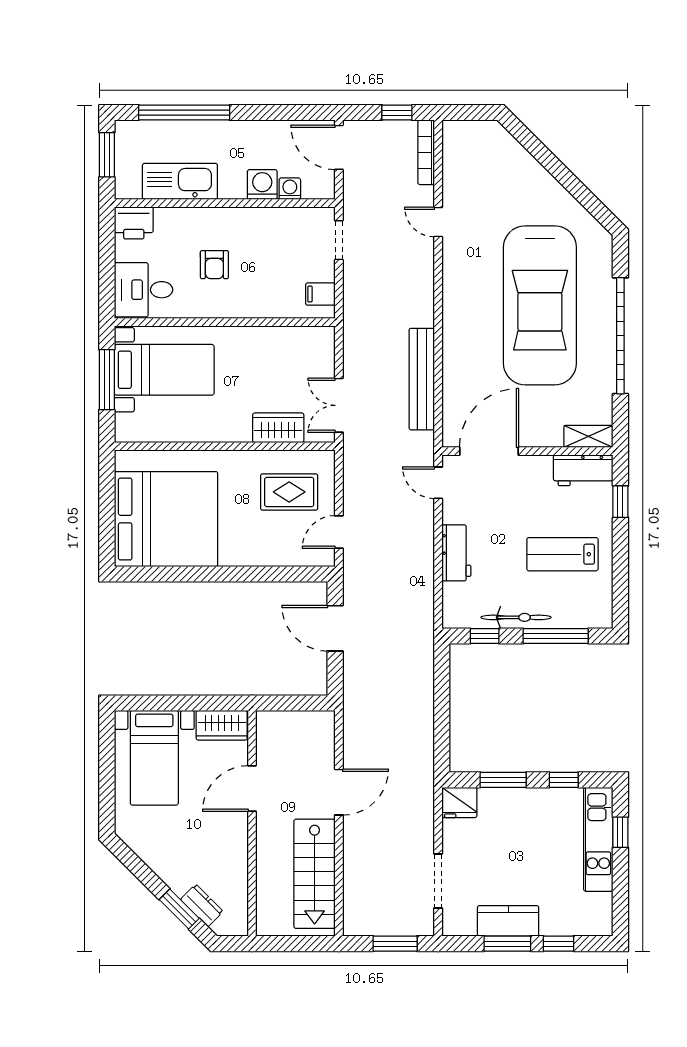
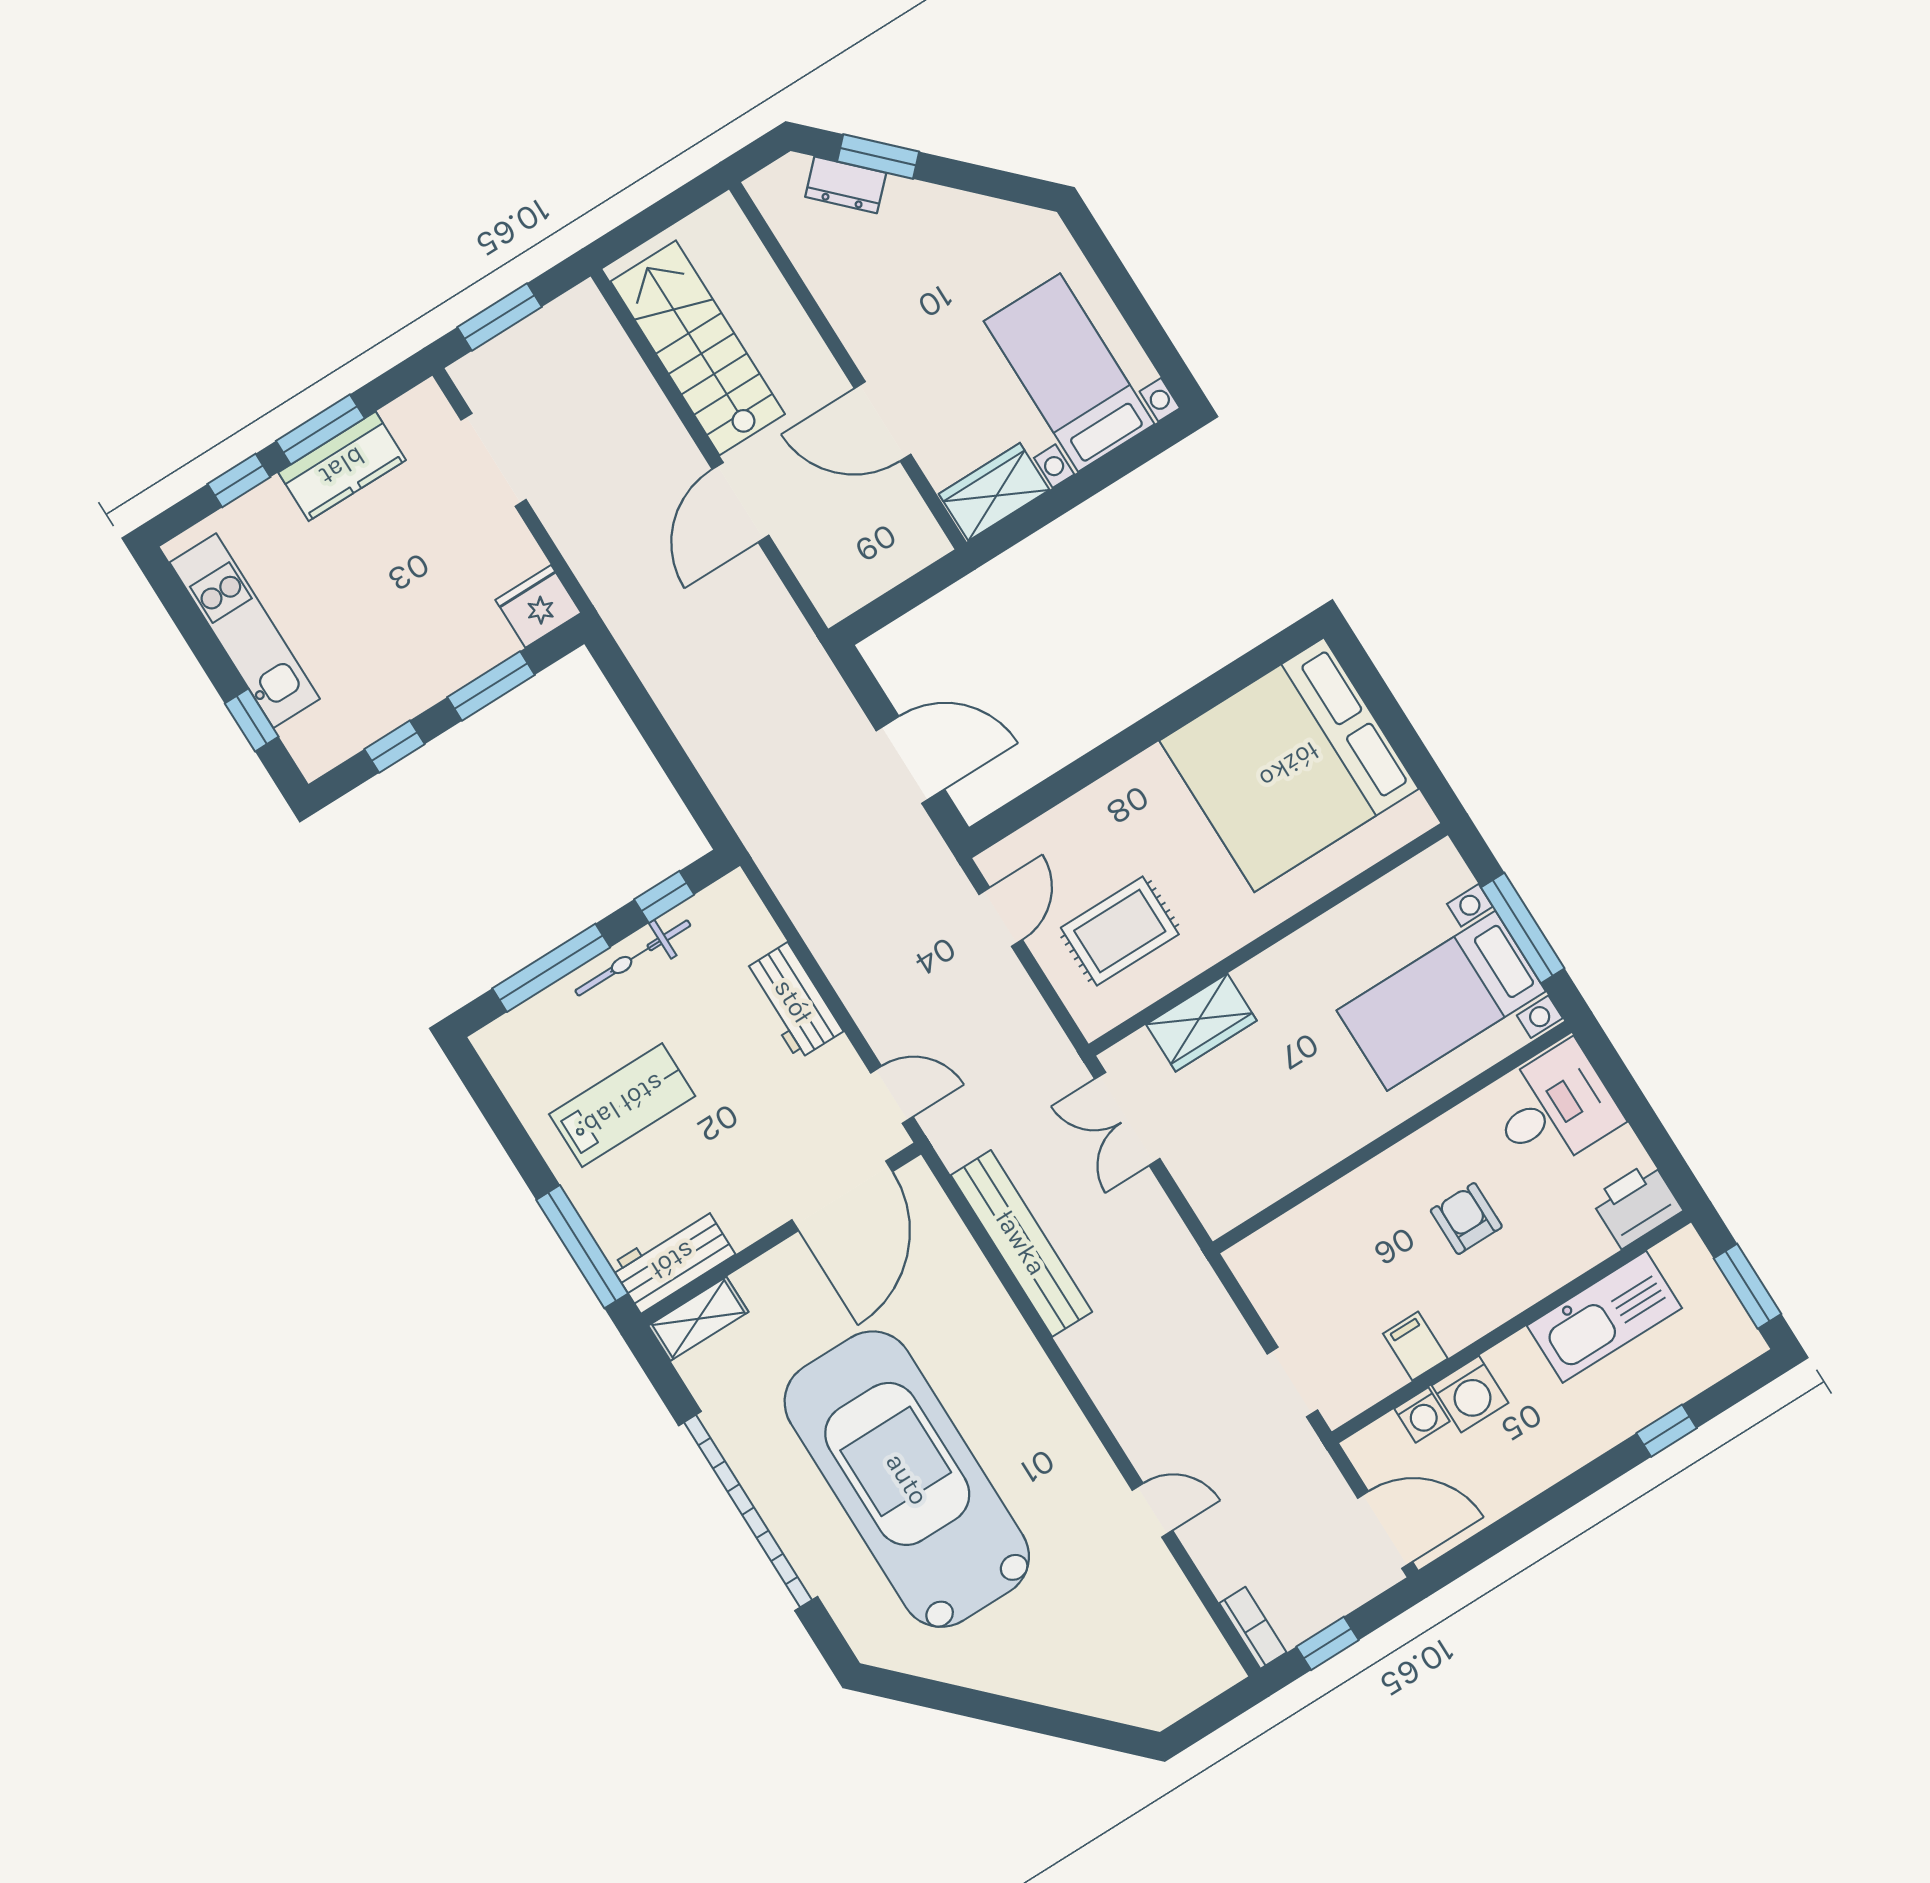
window: (184, 113) -> (1667, 1431), width x0.32
bookcase: (426, 152) -> (1253, 1628), width x0.64
filing cabinet: (320, 294) -> (1415, 1346), moved, turned -90
double door: (339, 405) -> (1127, 1119), swing flipped
window: (620, 502) -> (582, 1247), width x2.17
door: (252, 789) -> (883, 421), swing flipped
kitchen unit: (598, 839) -> (245, 631), moved

